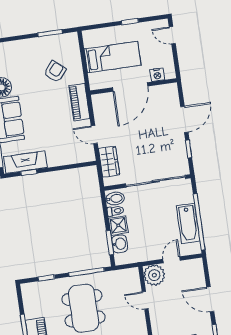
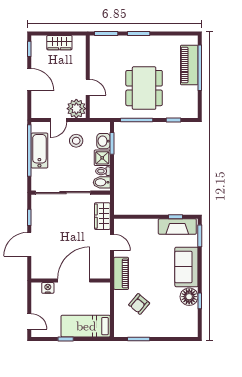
bed: (113, 57) -> (86, 326), moved
stool: (149, 240) -> (76, 141), added

